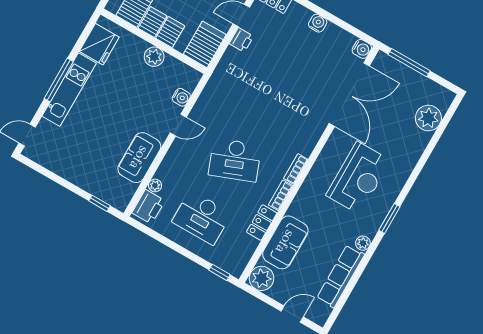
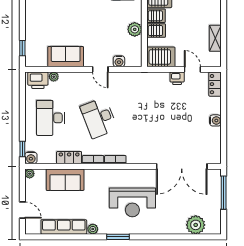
water cooler: (362, 49) -> (31, 158), moved
plant: (262, 278) -> (30, 174), width x0.53, depth x0.53

